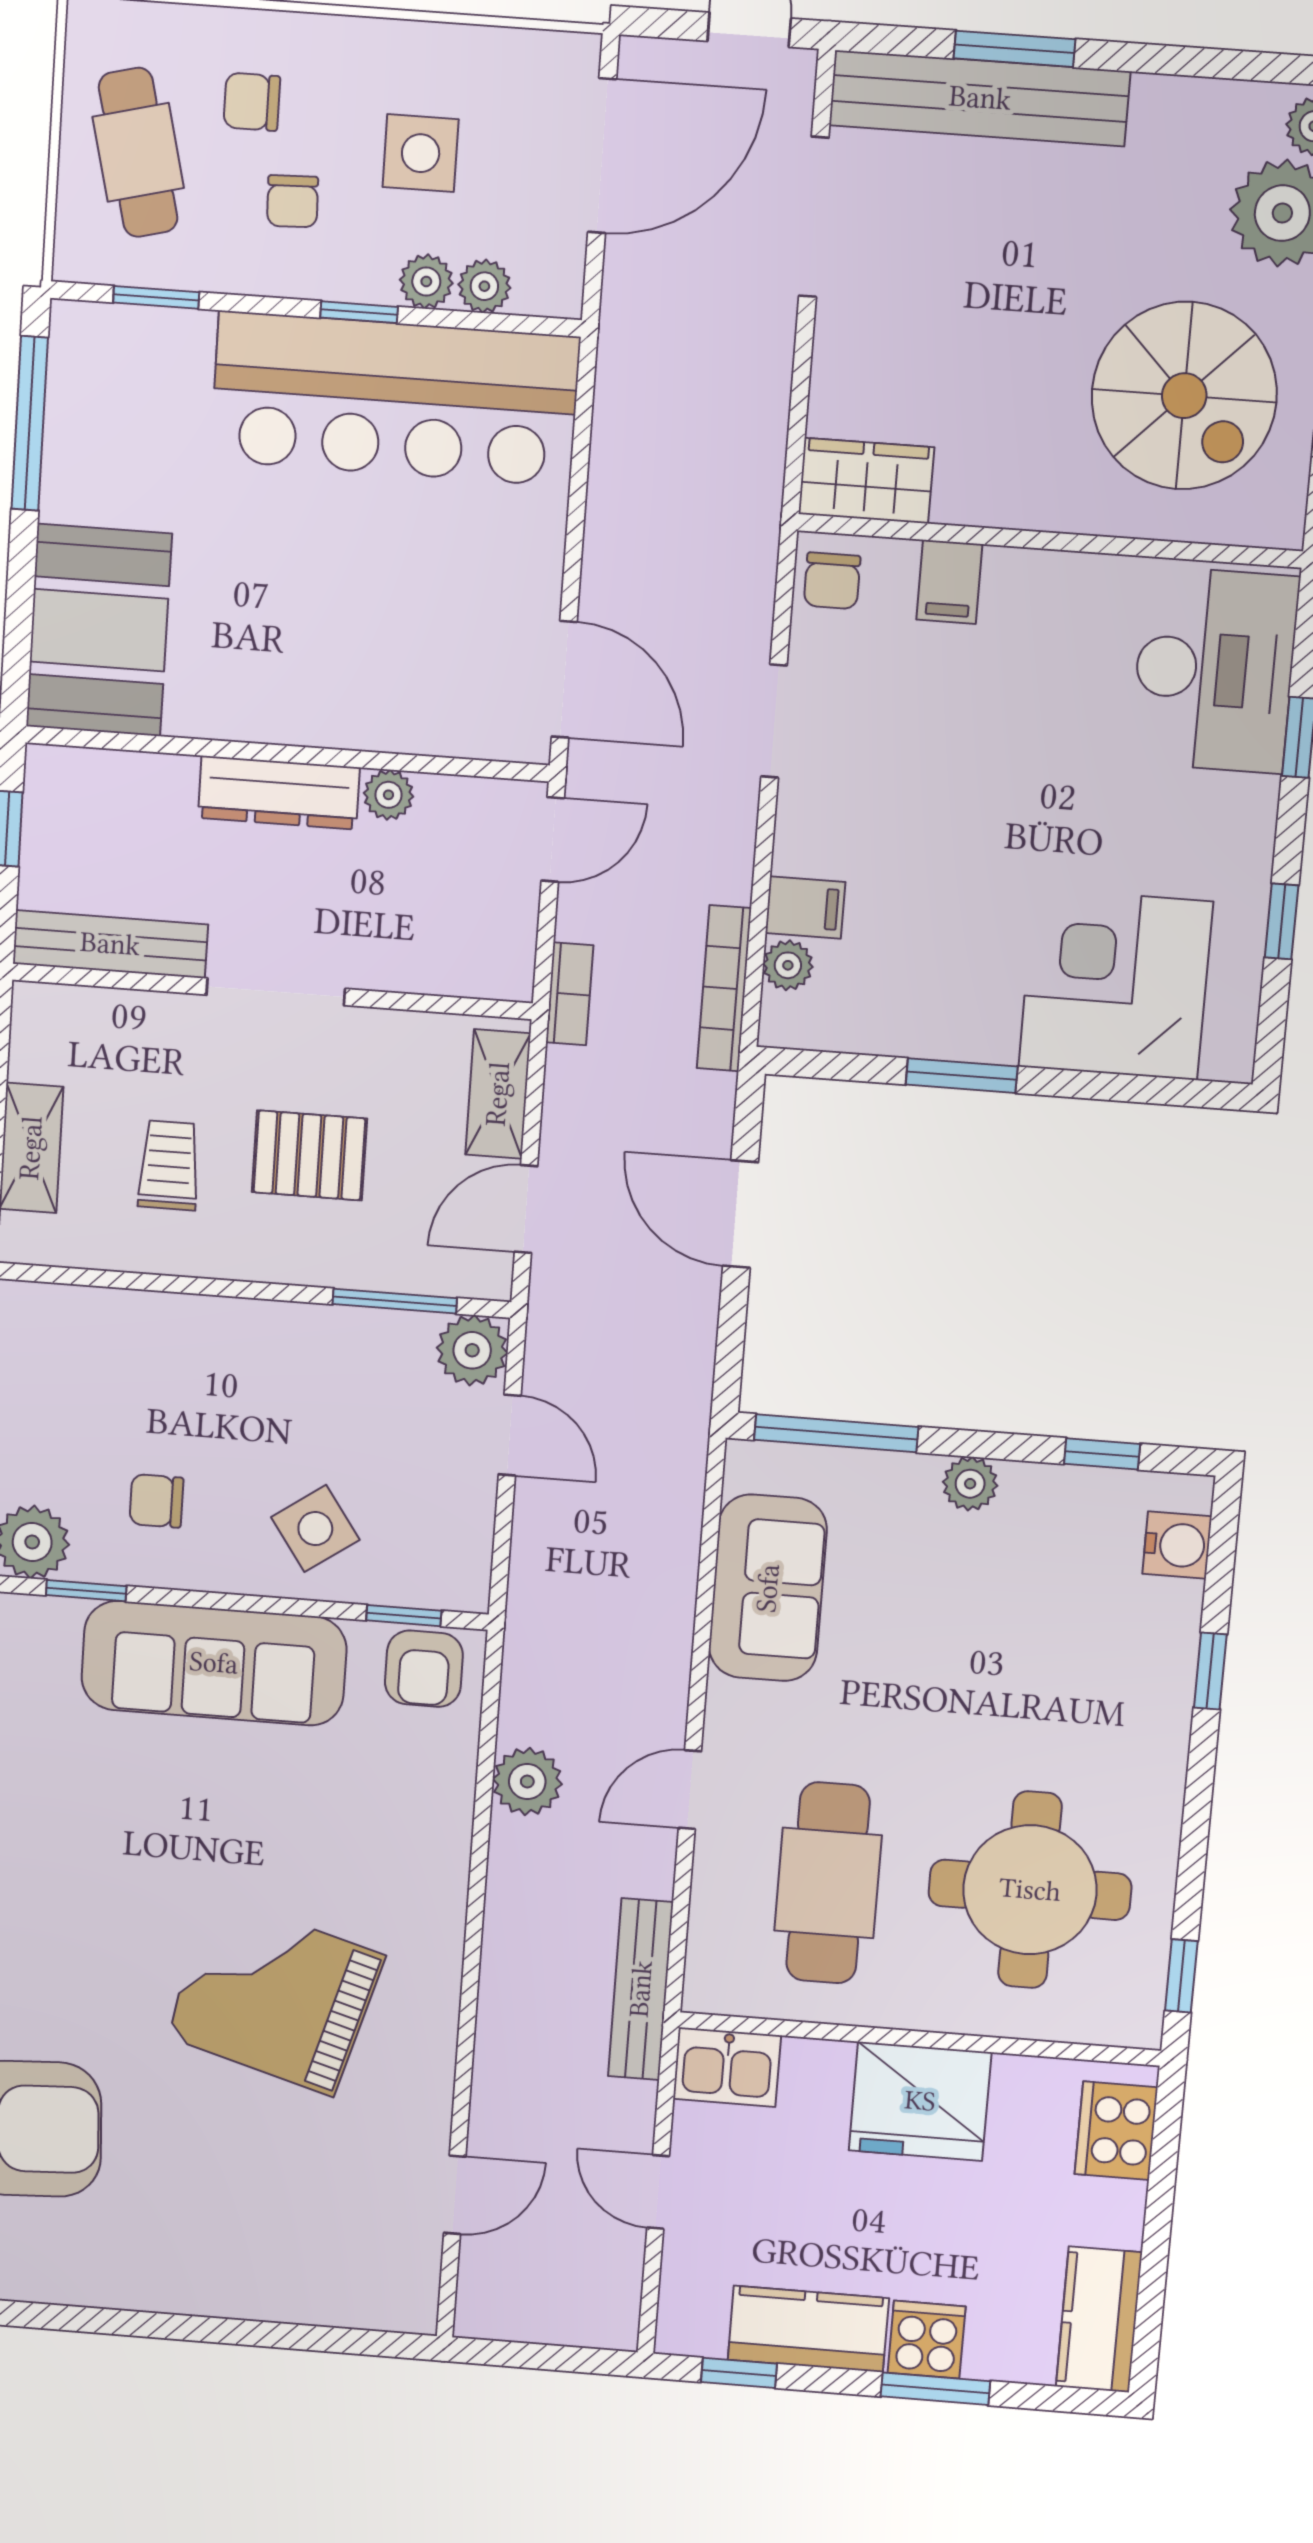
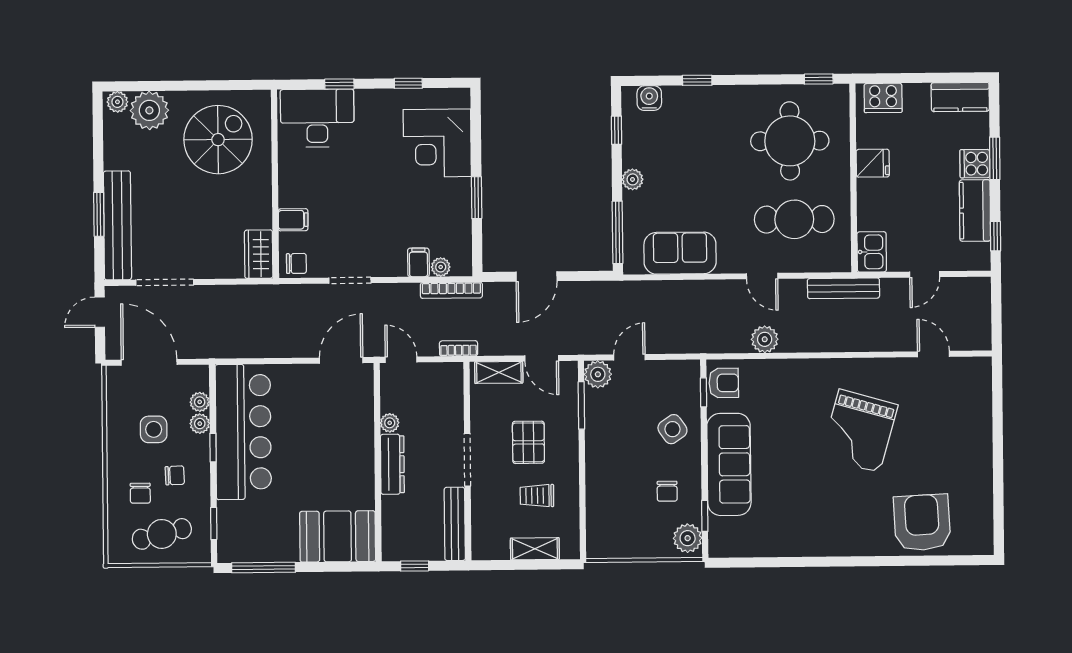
fridge: (920, 2101) -> (873, 163), width x0.53, depth x0.75

